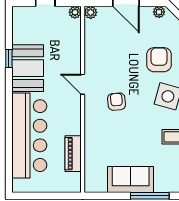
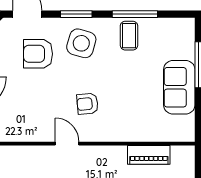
door: (83, 84) -> (67, 144), swing flipped

